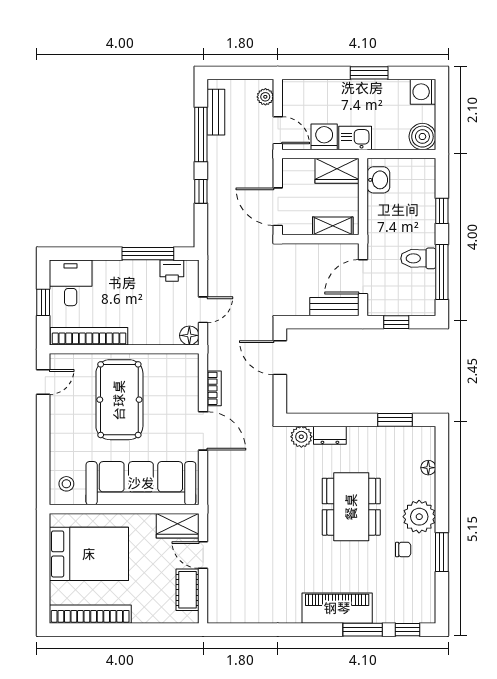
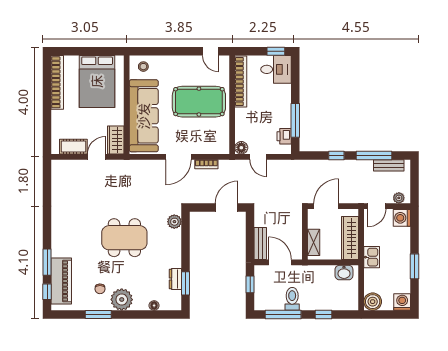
washing machine: (324, 137) -> (402, 218), moved, turned 180
wardrobe: (337, 171) -> (350, 238), width x1.50
window: (43, 302) -> (276, 51), moved
dresser: (330, 435) -> (175, 279), moved
dining table: (351, 507) -> (124, 238), moved
piano: (337, 608) -> (61, 281), moved

